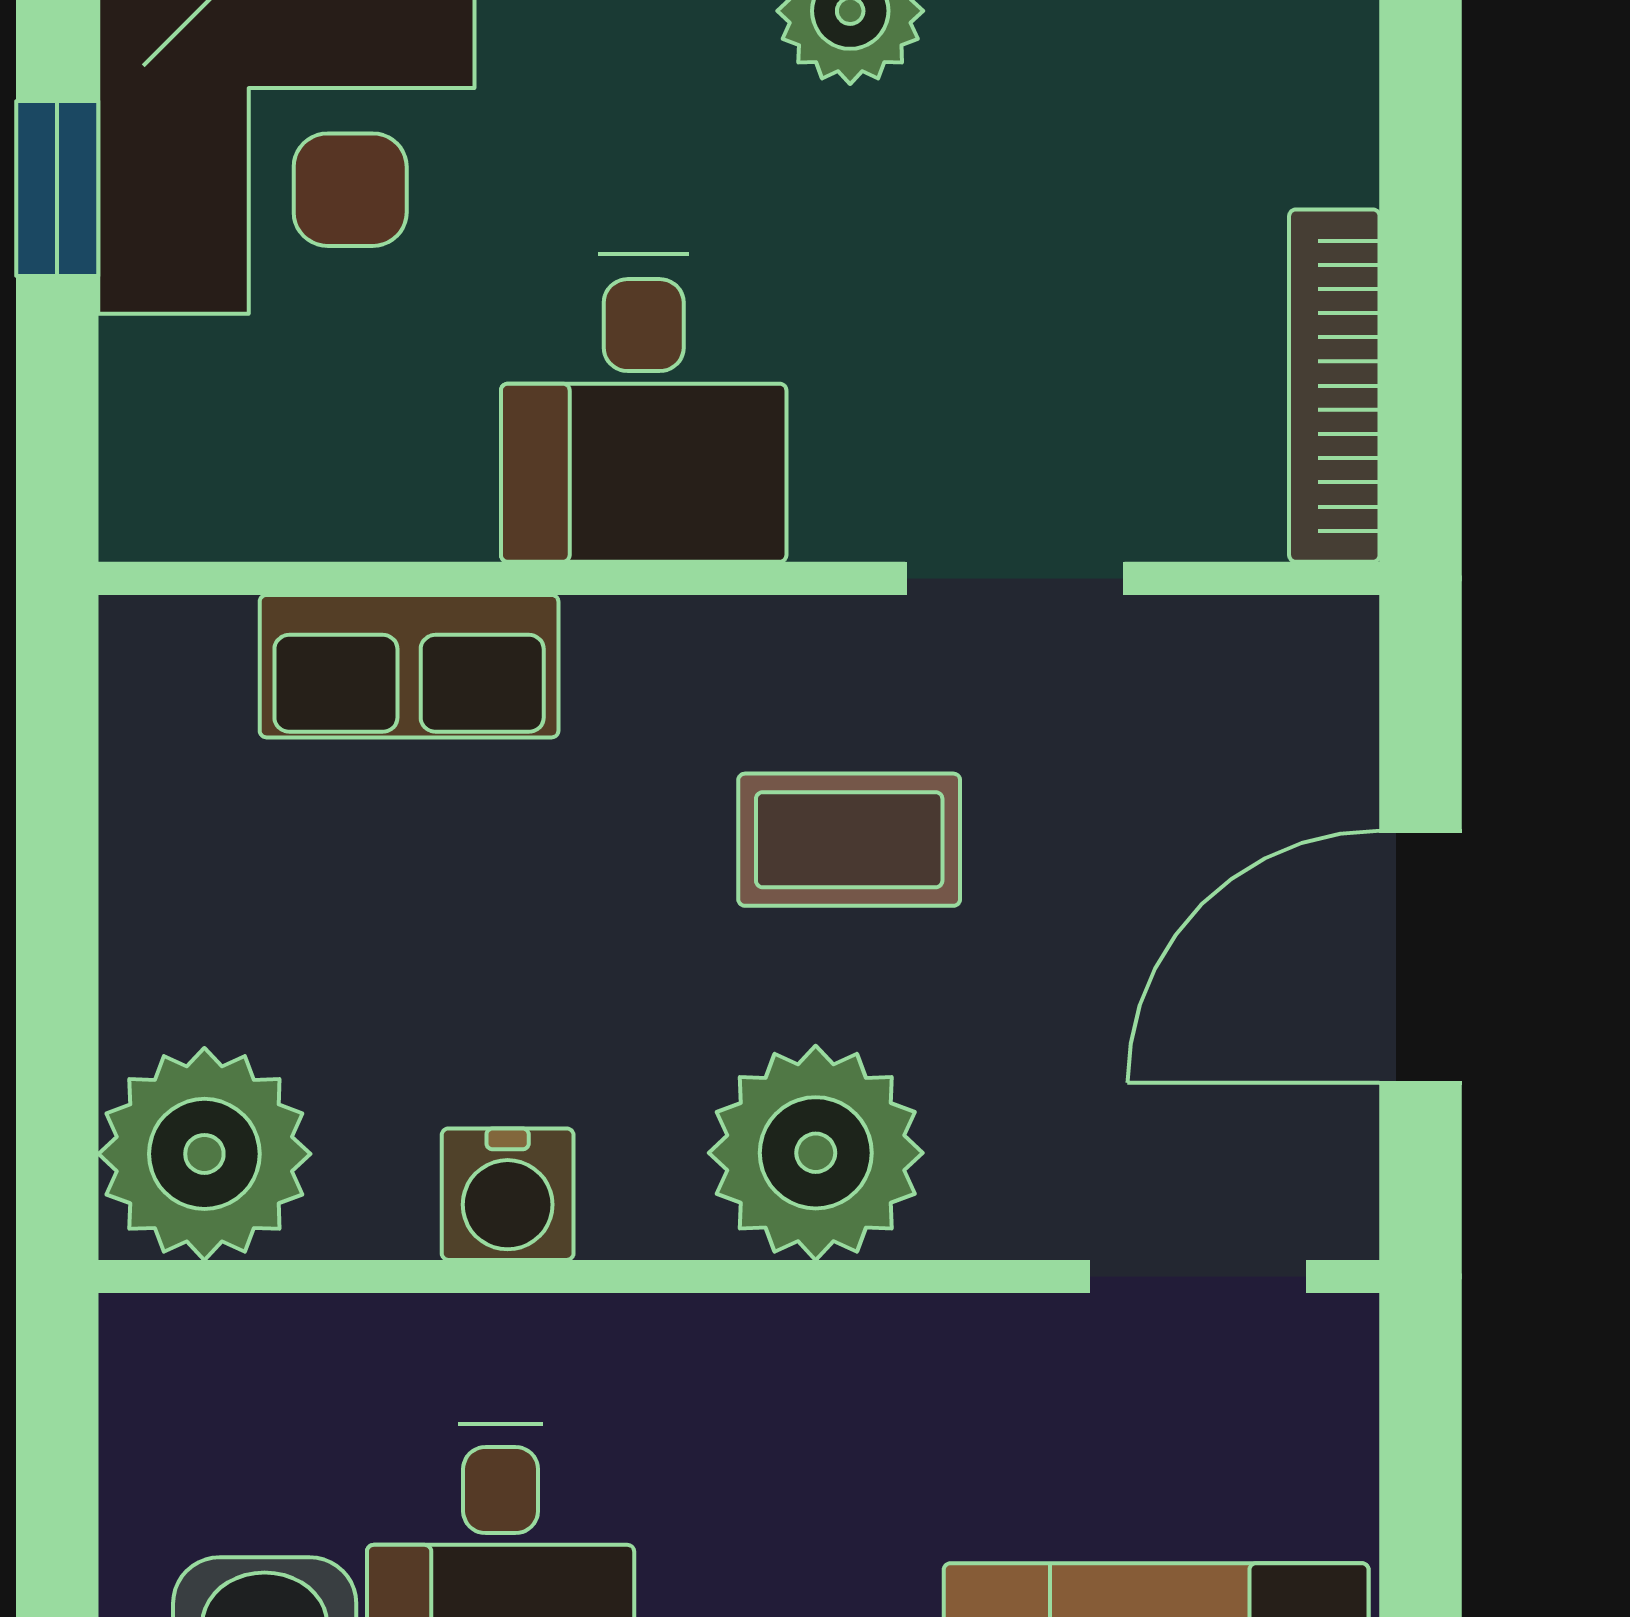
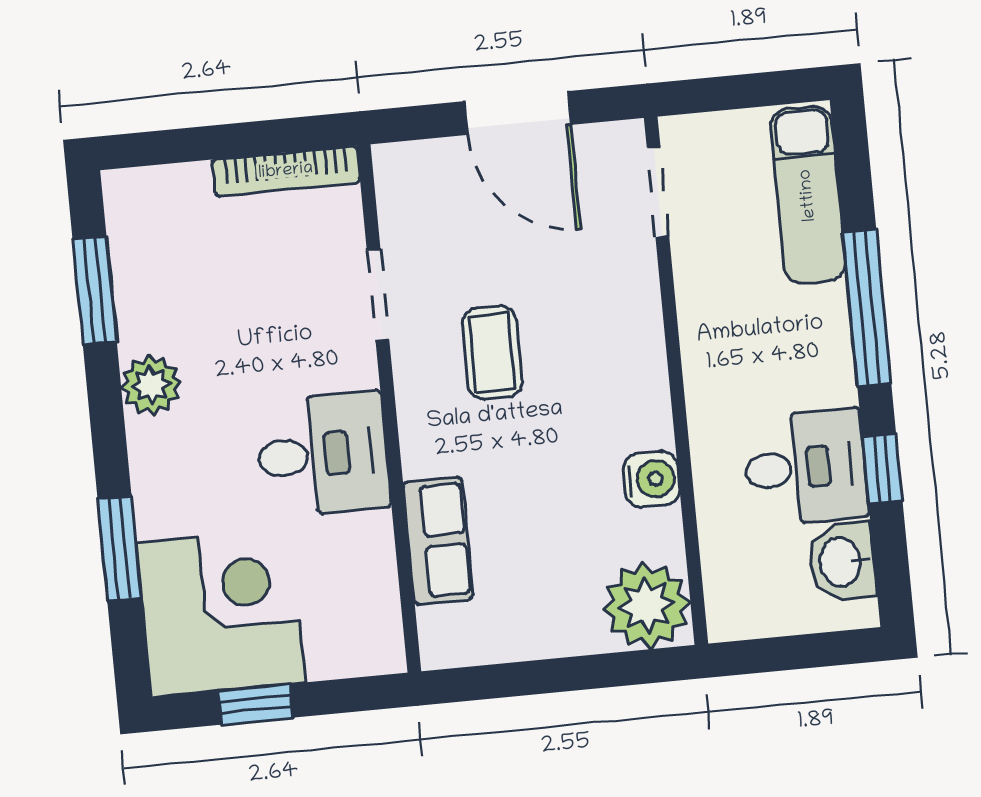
plant: (816, 1153) -> (622, 354), removed

